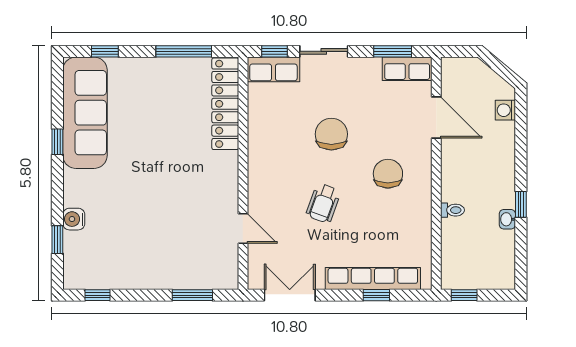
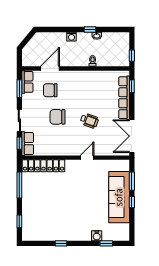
washing machine: (505, 110) -> (71, 37), moved
sofa: (85, 113) -> (119, 197), moved, turned -90
chair: (388, 174) -> (50, 90), moved
door: (243, 229) -> (87, 158), moved
window: (98, 295) -> (132, 202), moved
double door: (290, 295) -> (132, 136), width x1.37
window: (376, 295) -> (132, 86), moved

